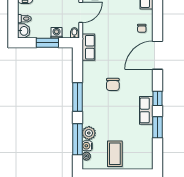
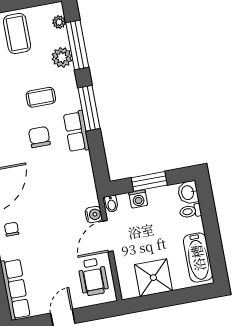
row of seats: (88, 47) -> (76, 131), moved
coffee table: (107, 110) -> (41, 97), added
water cooler: (87, 146) -> (94, 215), moved

